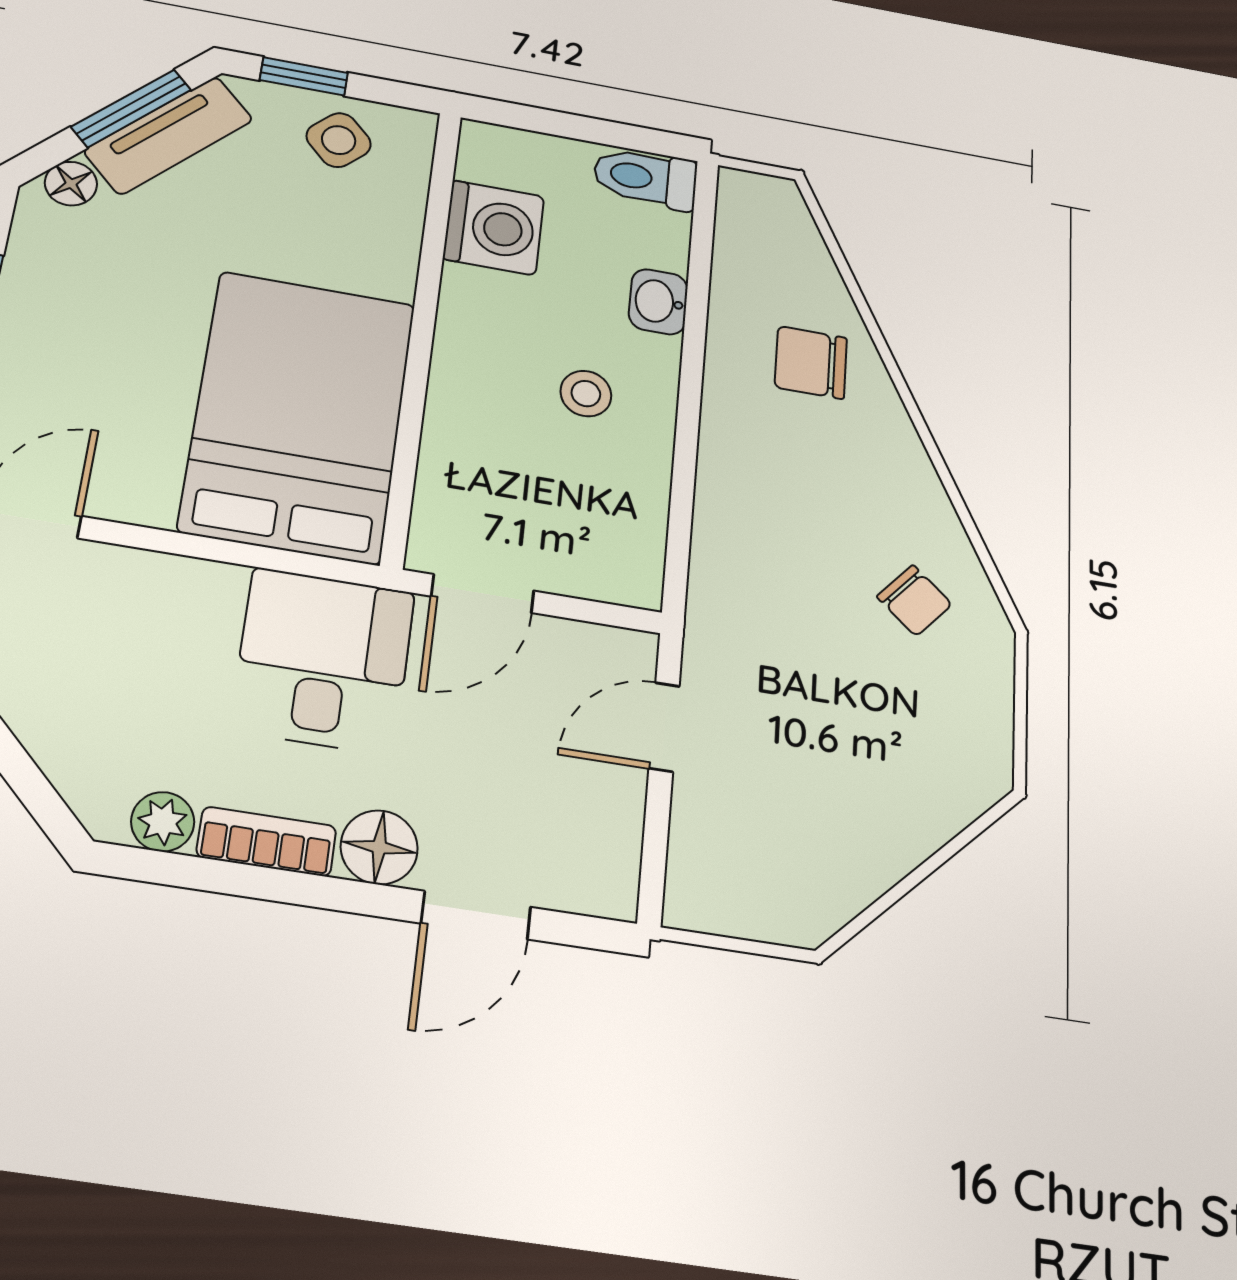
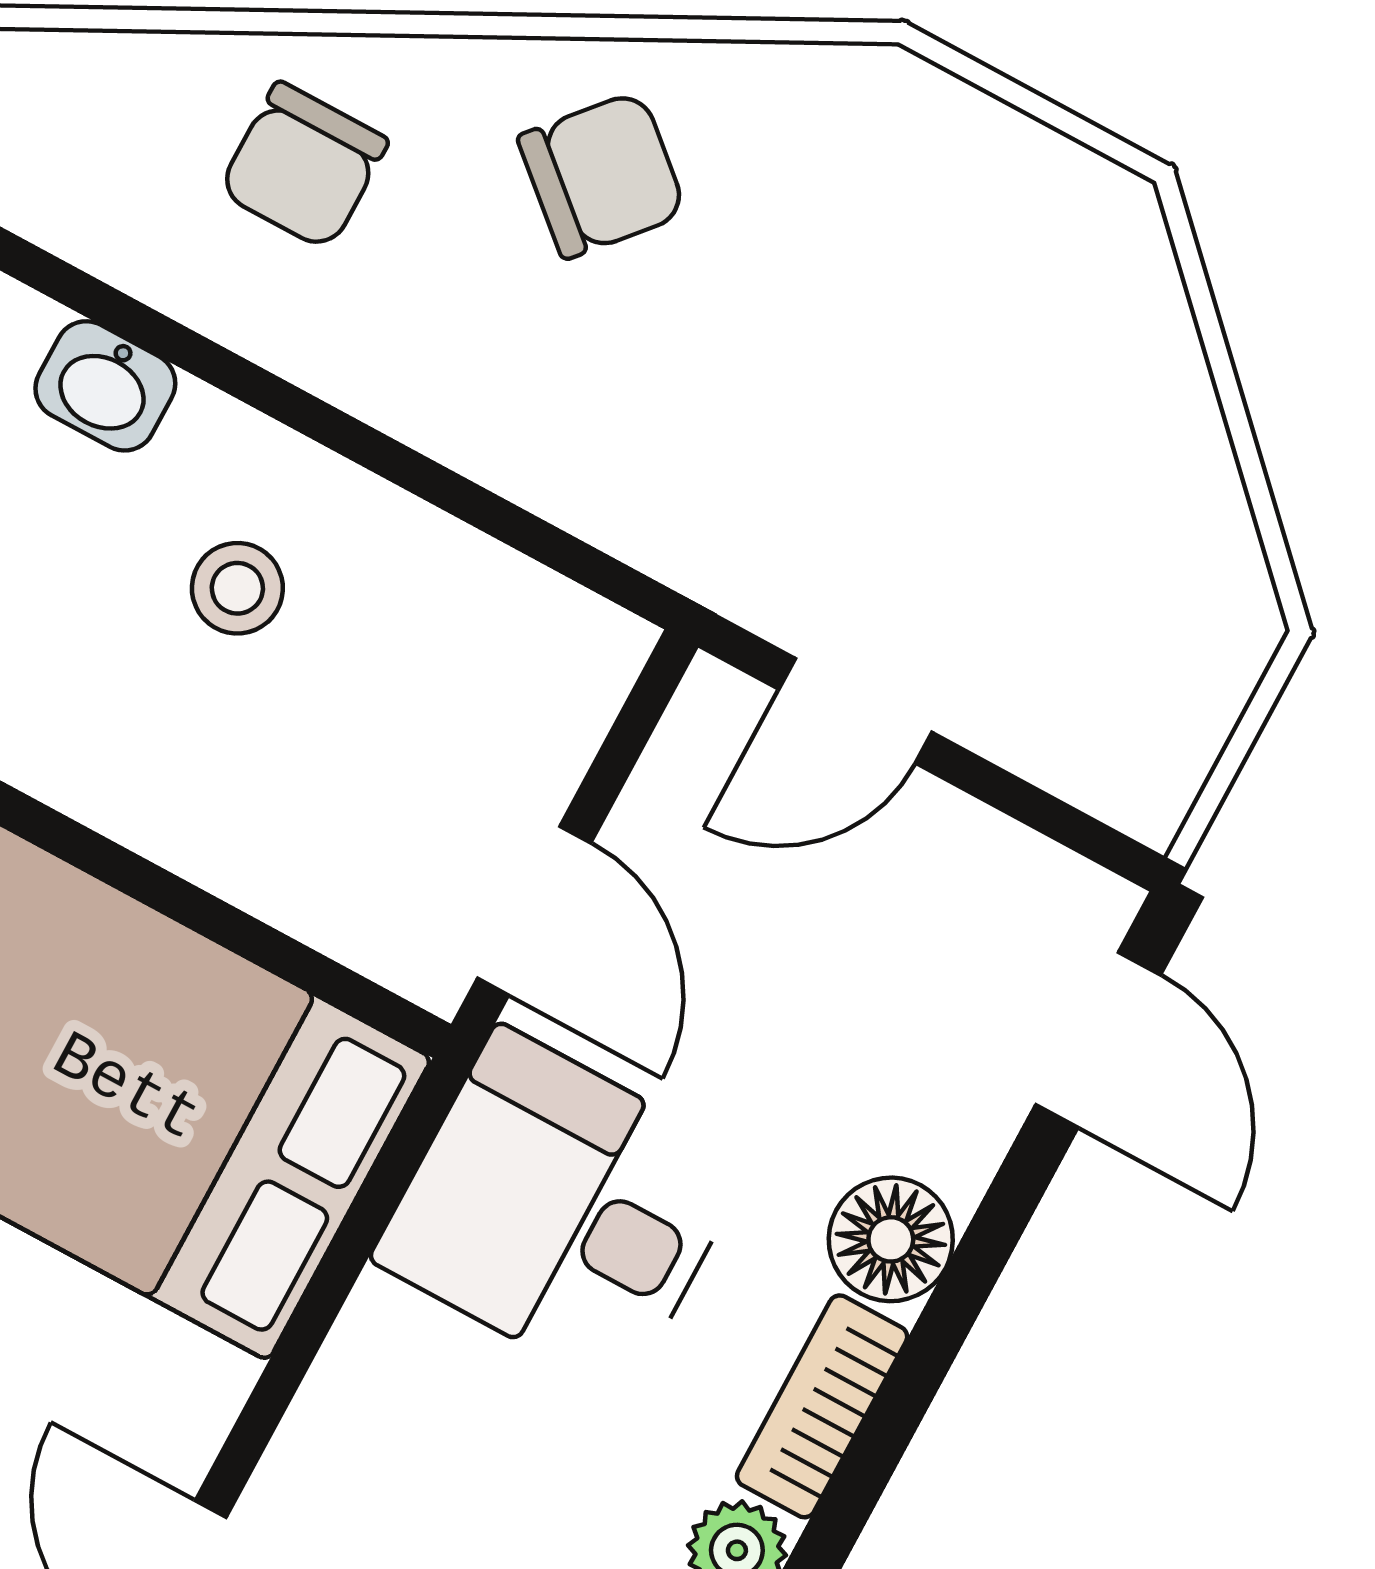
chair: (914, 600) -> (602, 175), moved, width x1.37, depth x1.37
door: (664, 727) -> (855, 711), hinge flipped
door: (476, 915) -> (1098, 1040), moved

